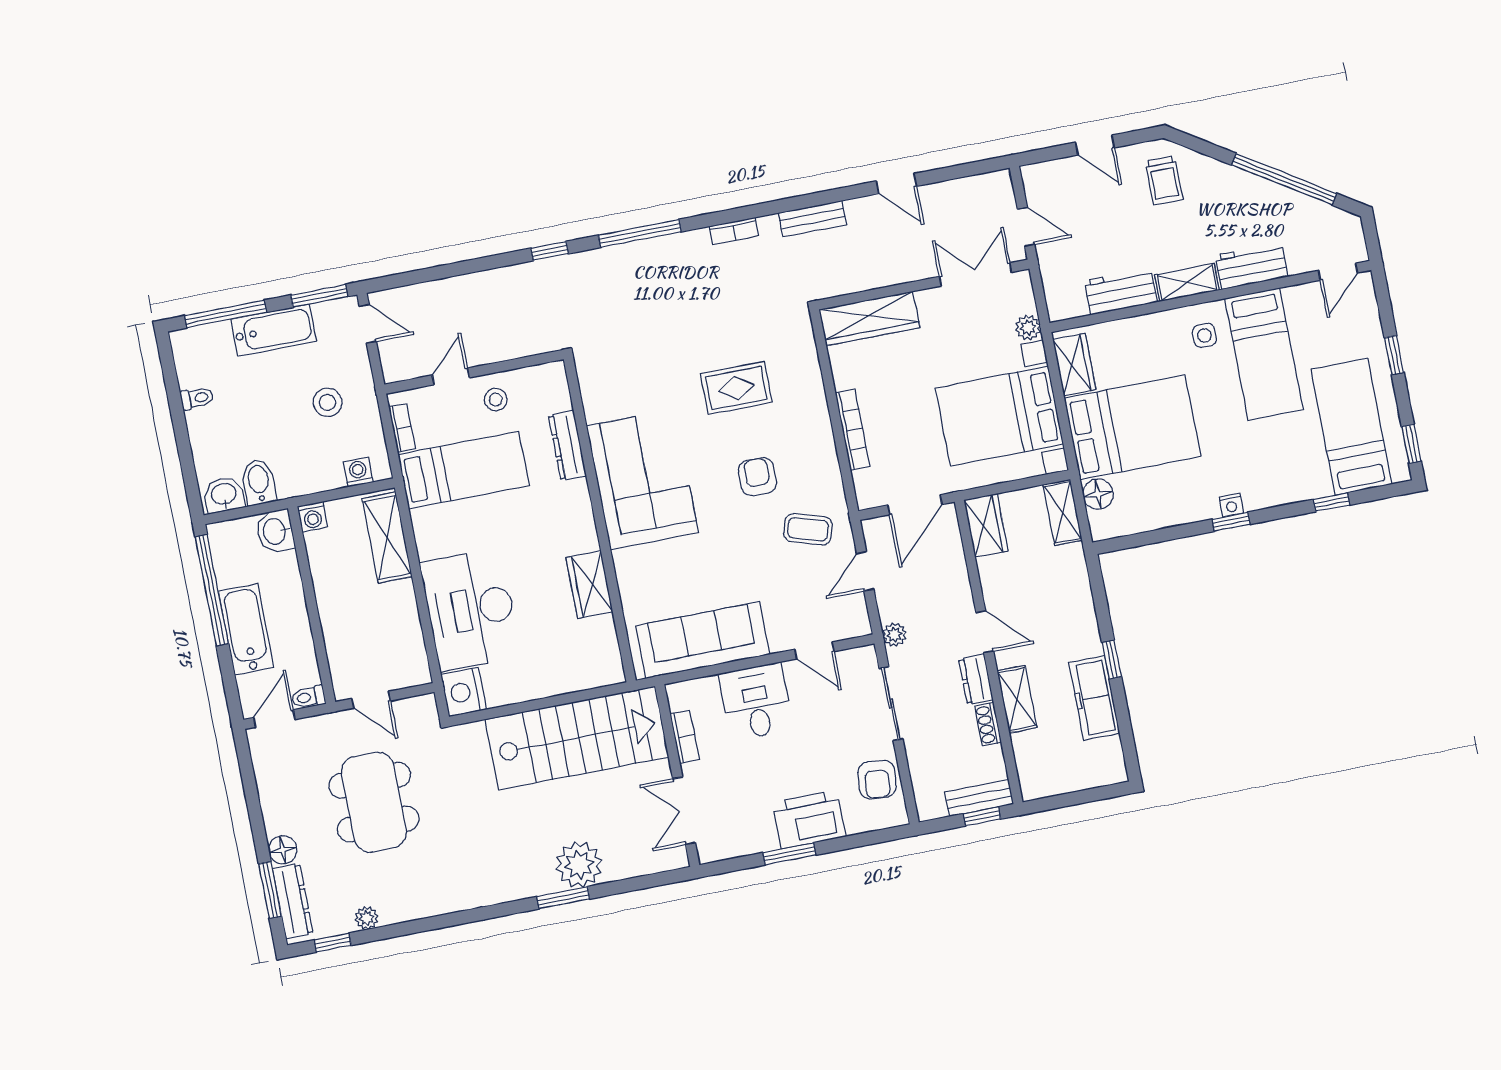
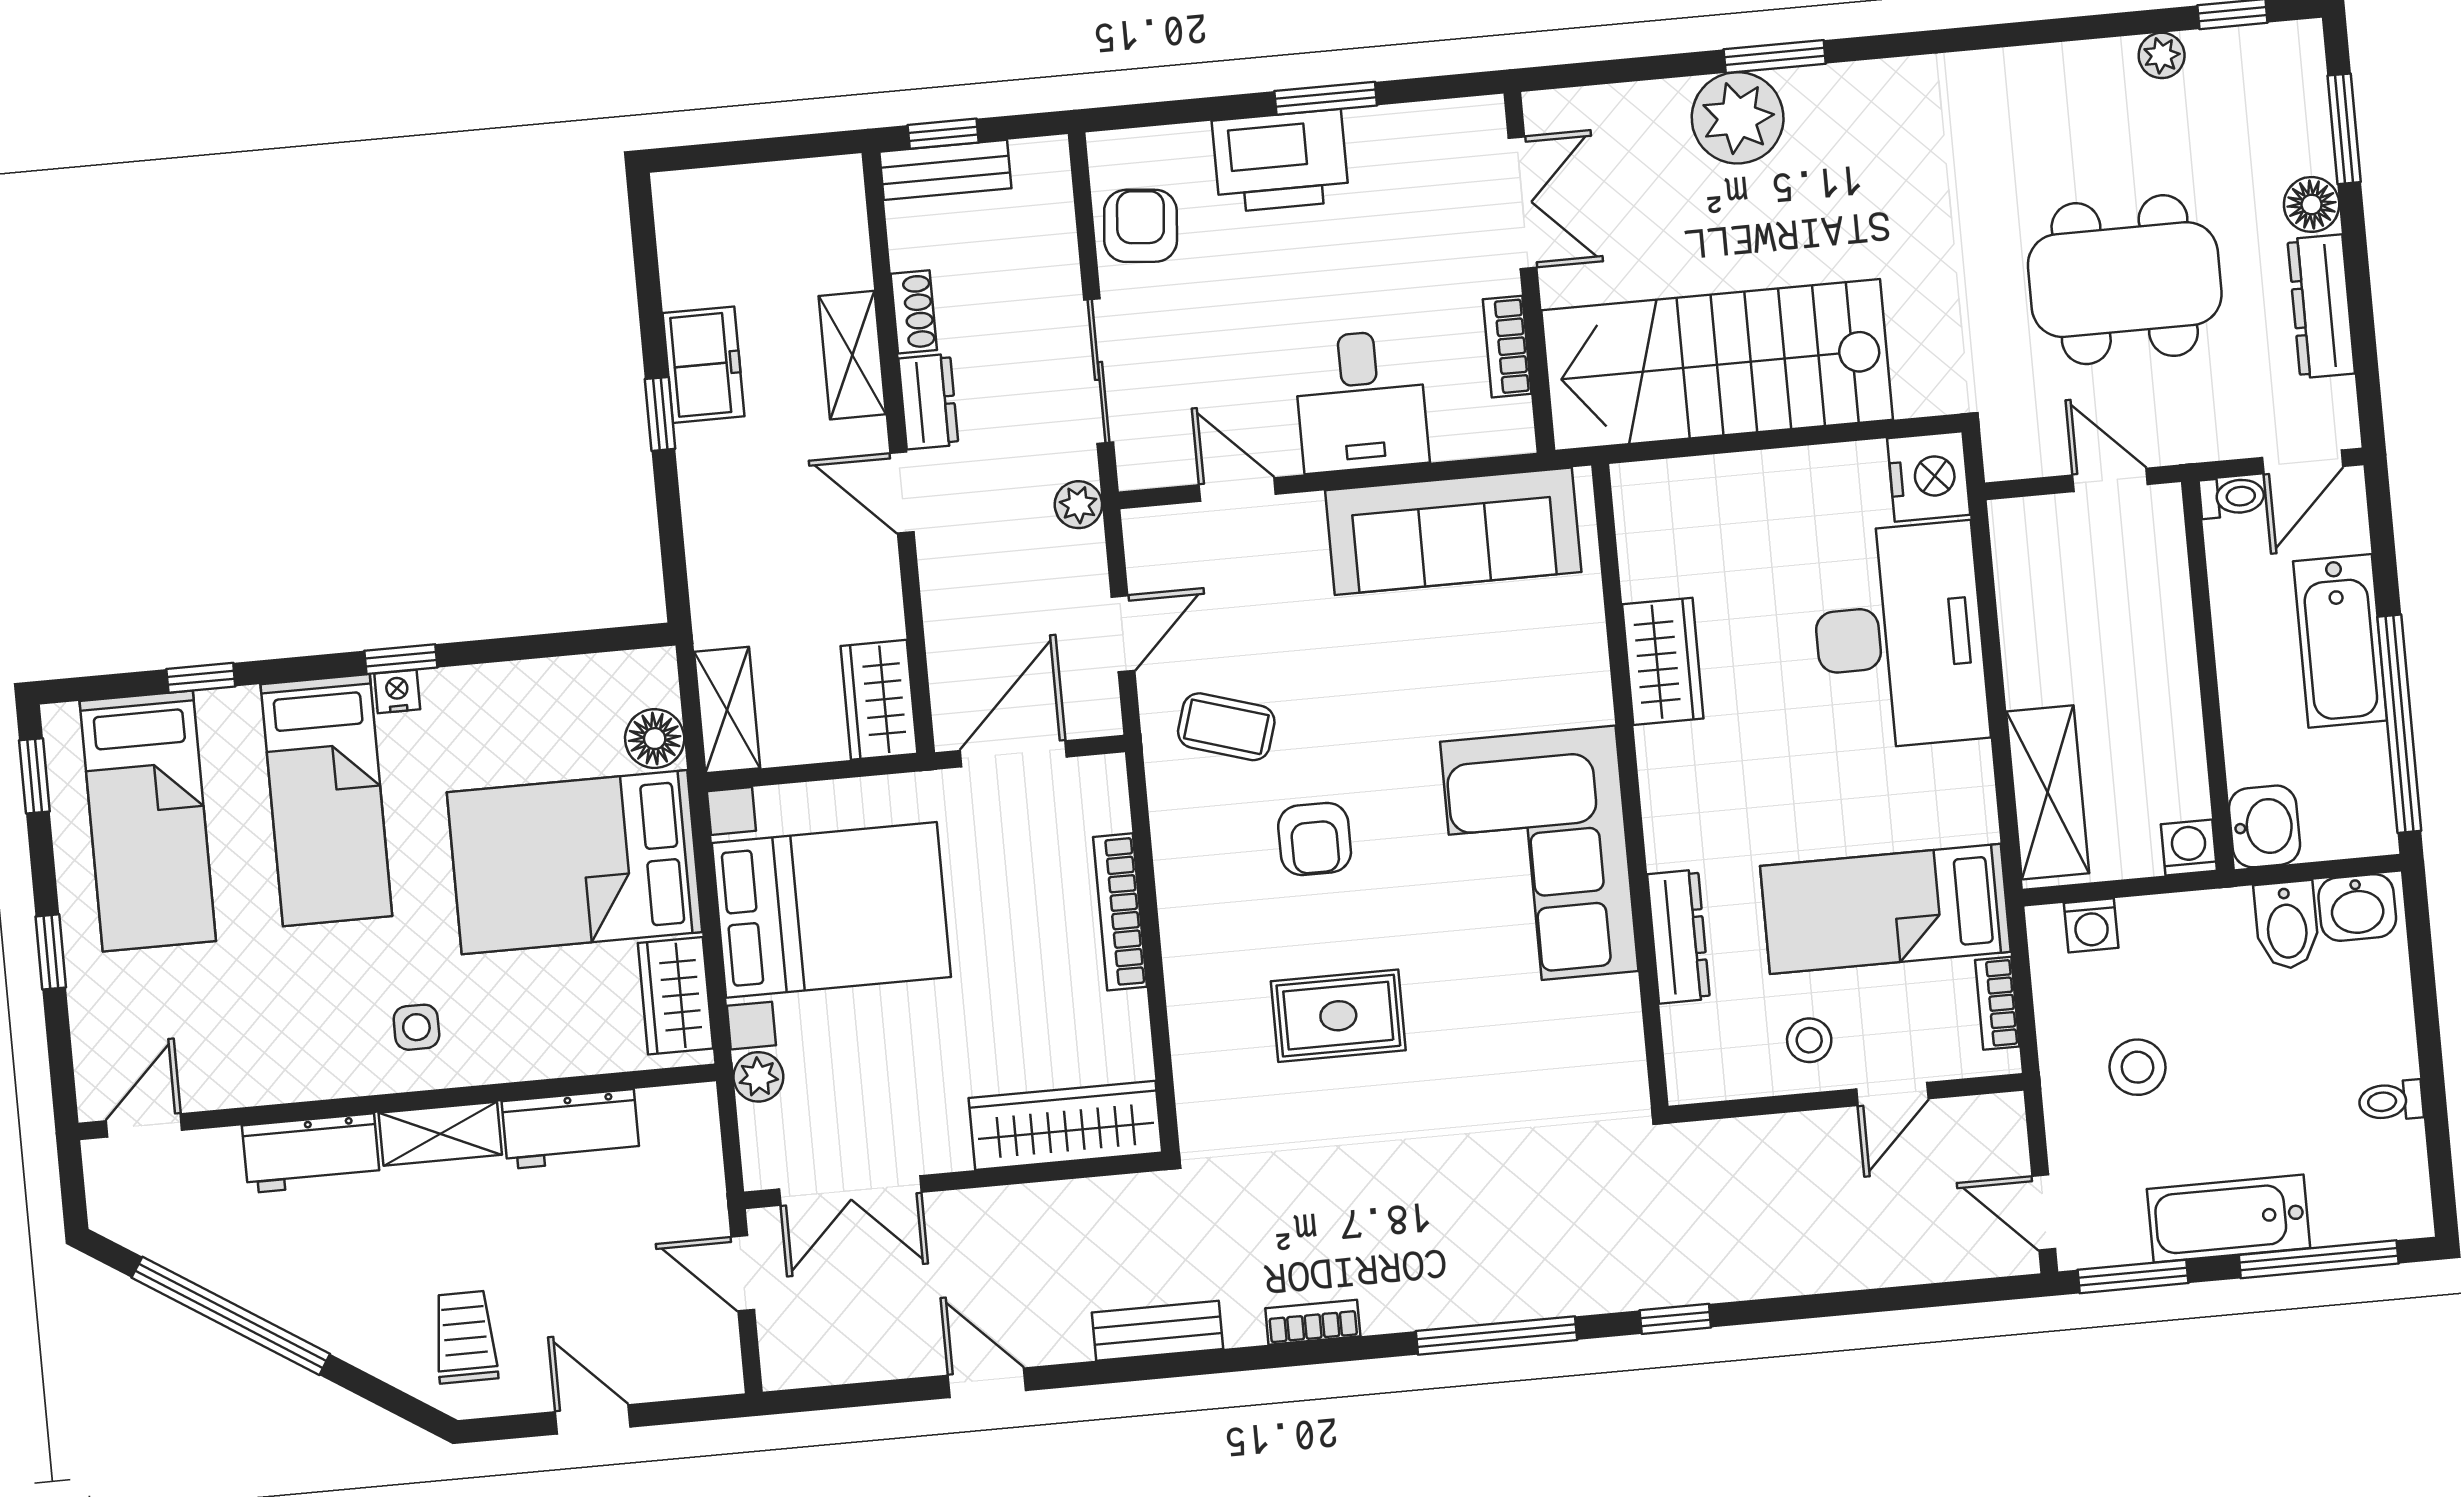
bed: (1264, 354) -> (326, 800), moved, turned 180
freezer: (1094, 698) -> (704, 365), width x0.71
dining table: (374, 802) -> (2125, 280), turned 90
dresser: (293, 901) -> (2321, 306), moved

